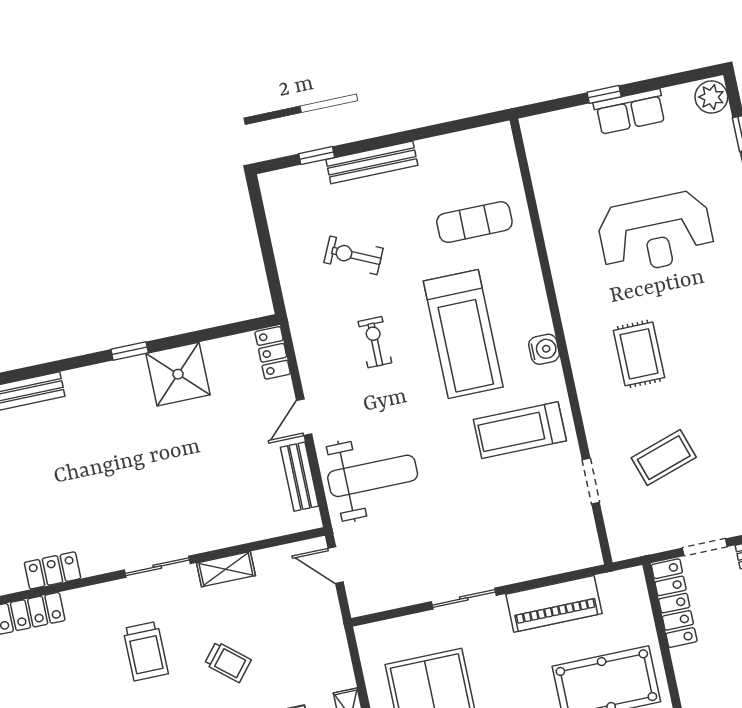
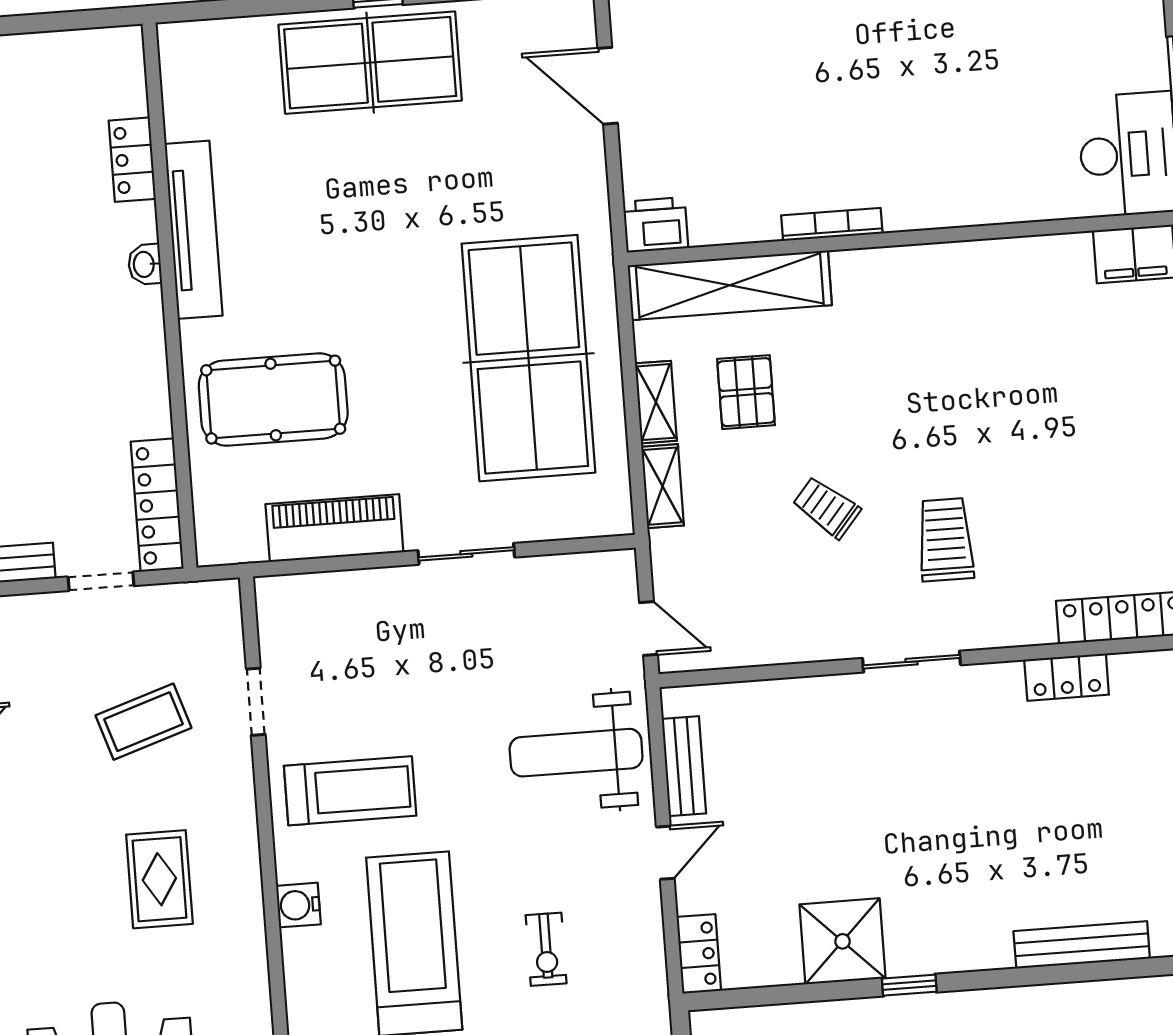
shelving: (226, 569) -> (663, 486), moved, turned 90

